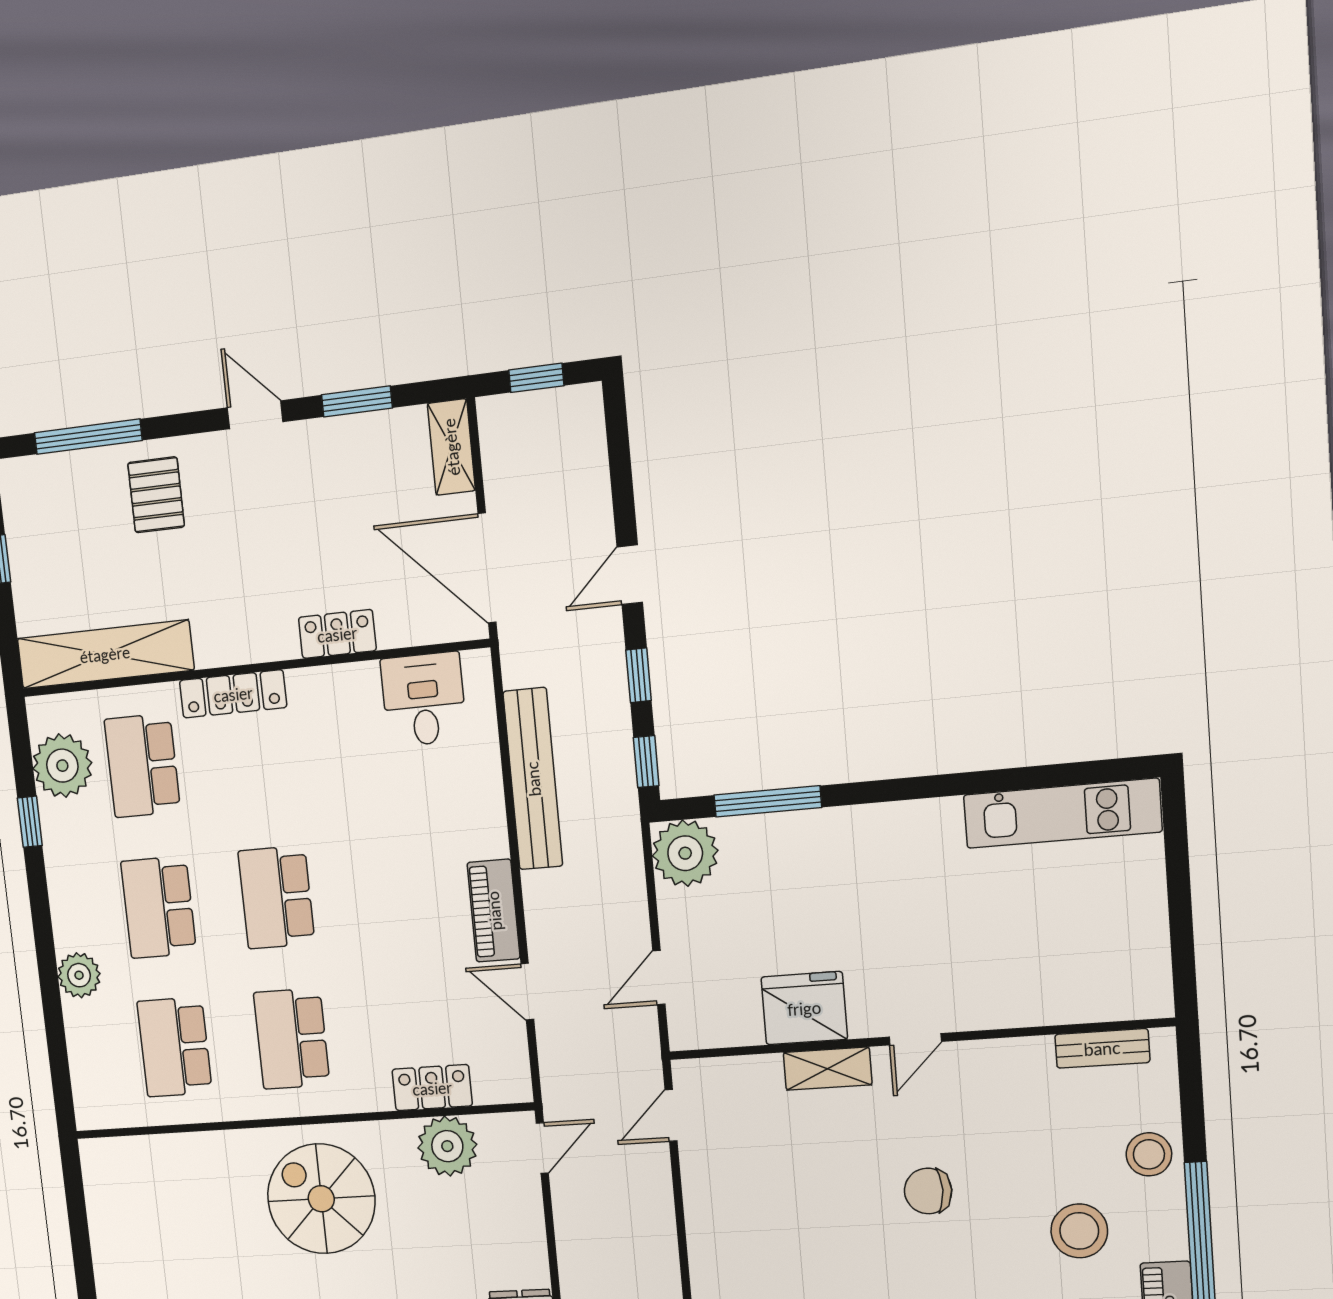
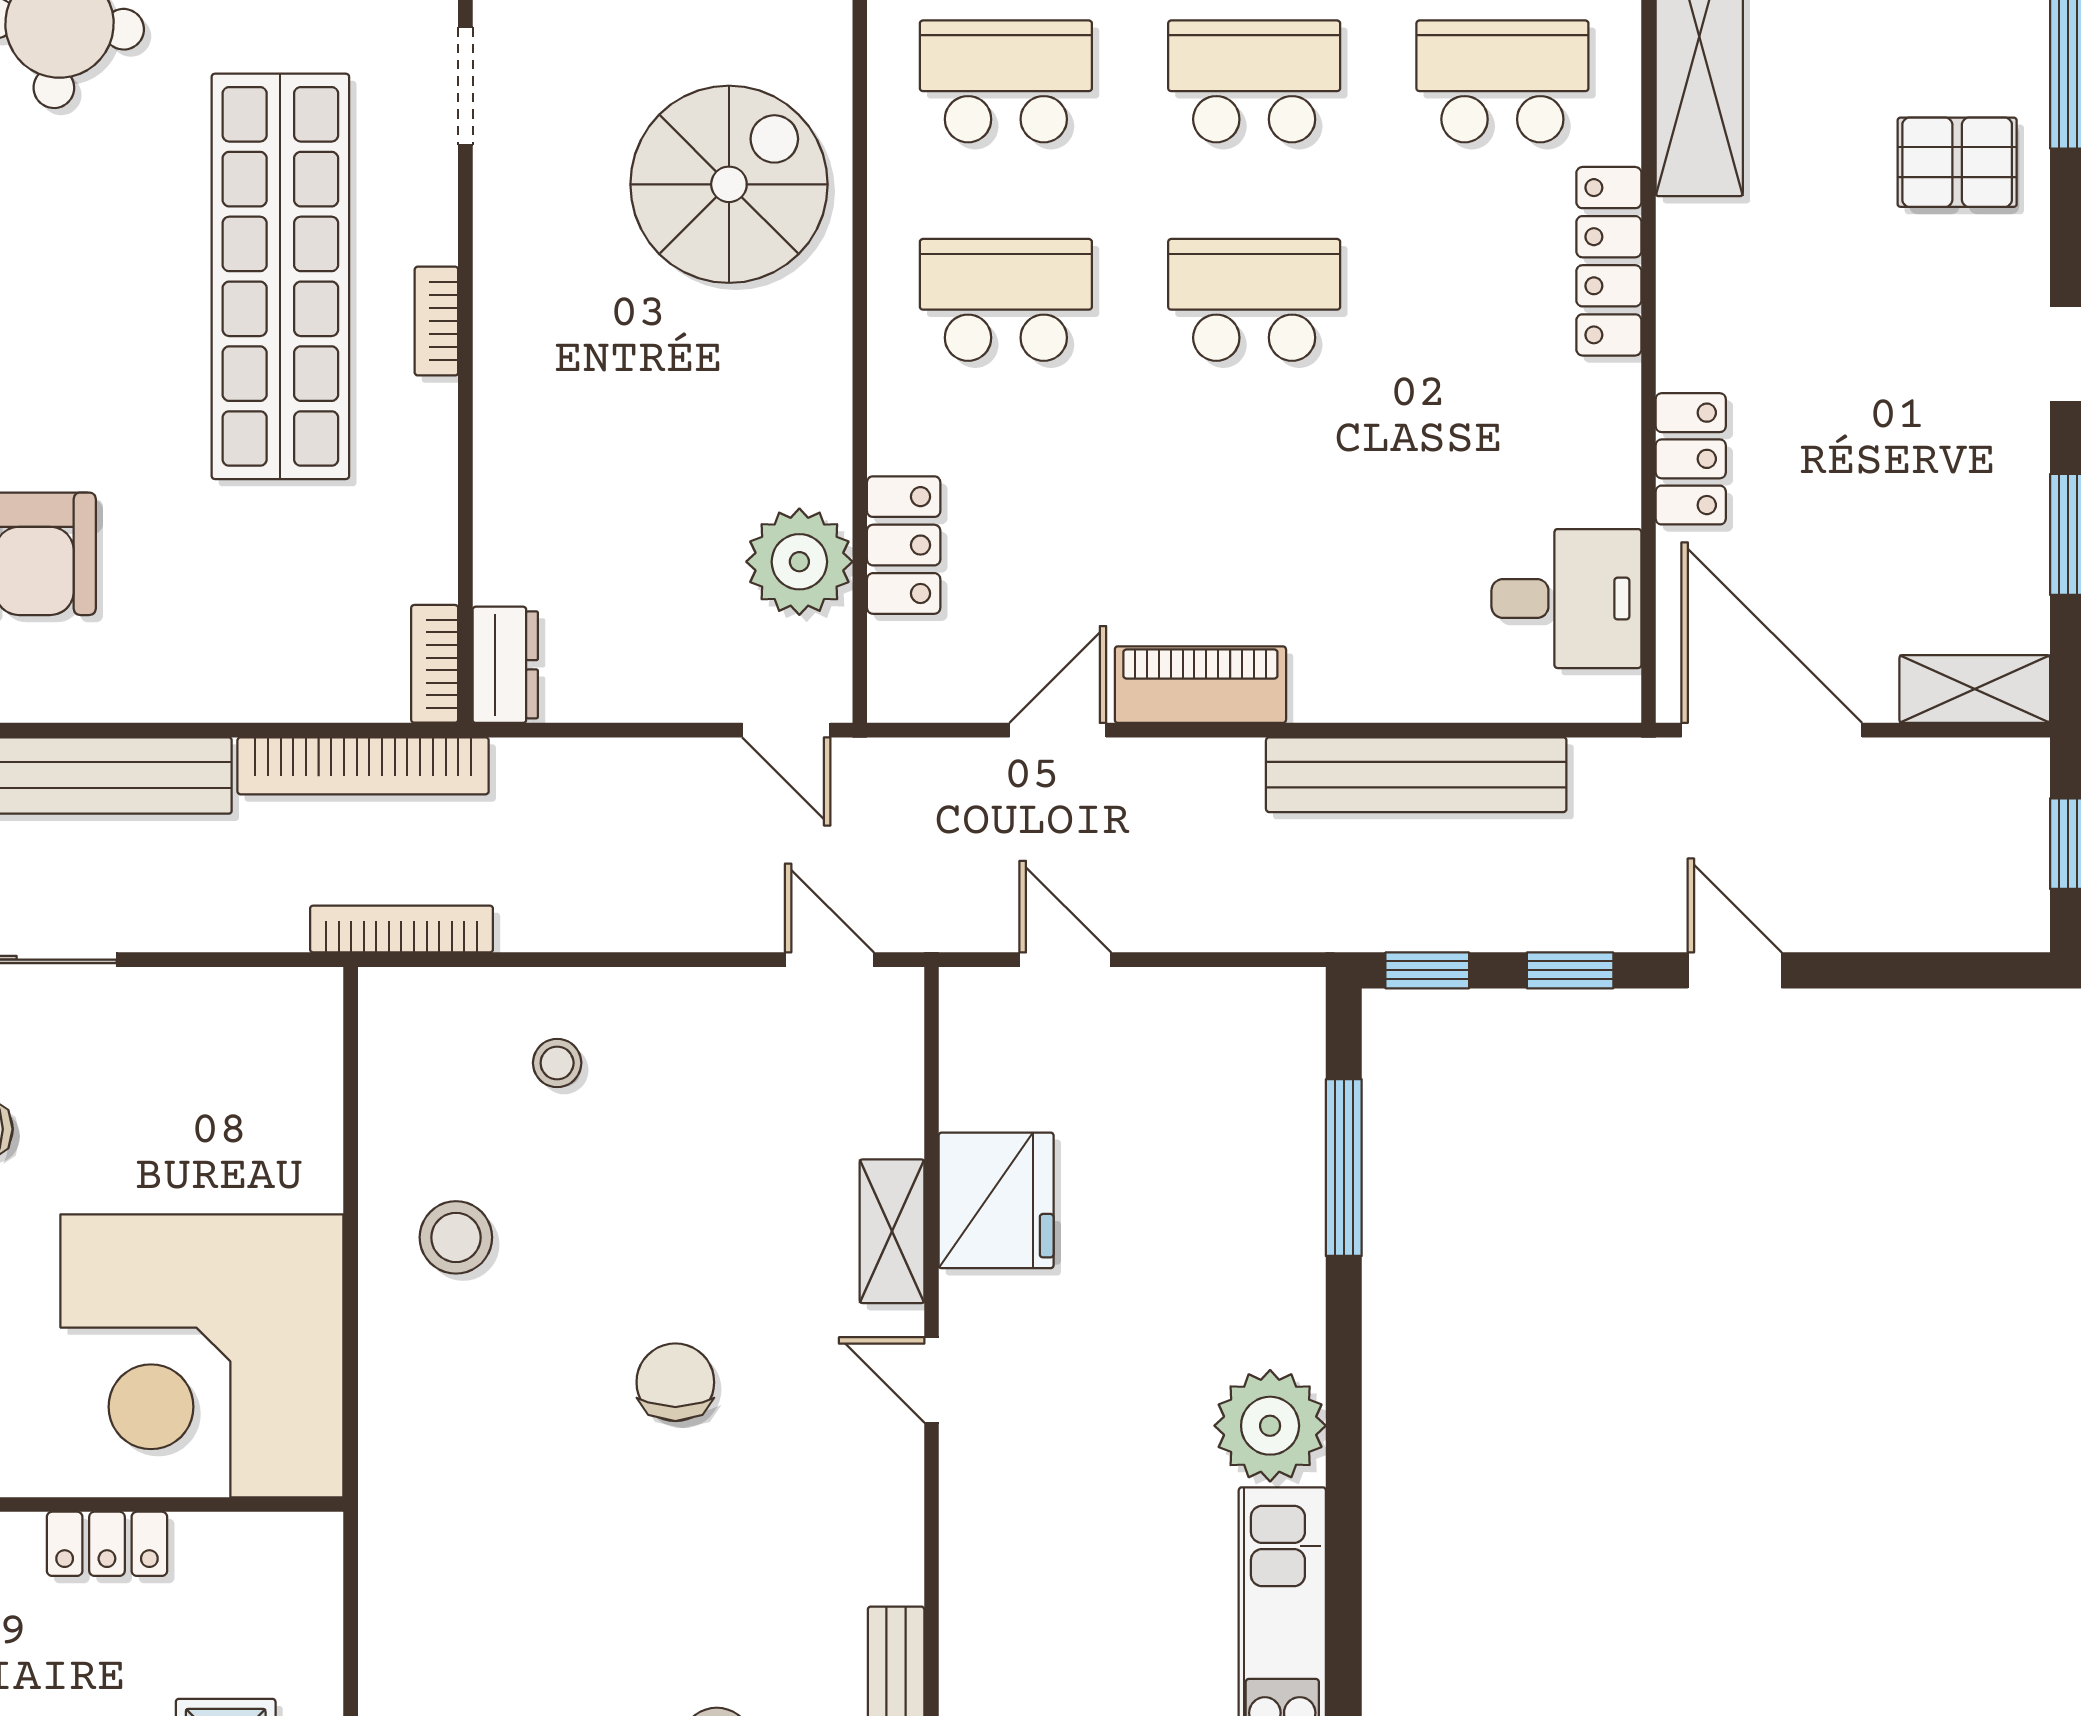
door: (487, 568) -> (1772, 730), hinge flipped
plant: (685, 853) -> (1270, 1426), moved
spiral stairs: (321, 1199) -> (729, 184), moved
stool: (1079, 1231) -> (557, 1063), moved, width x0.53, depth x0.53

